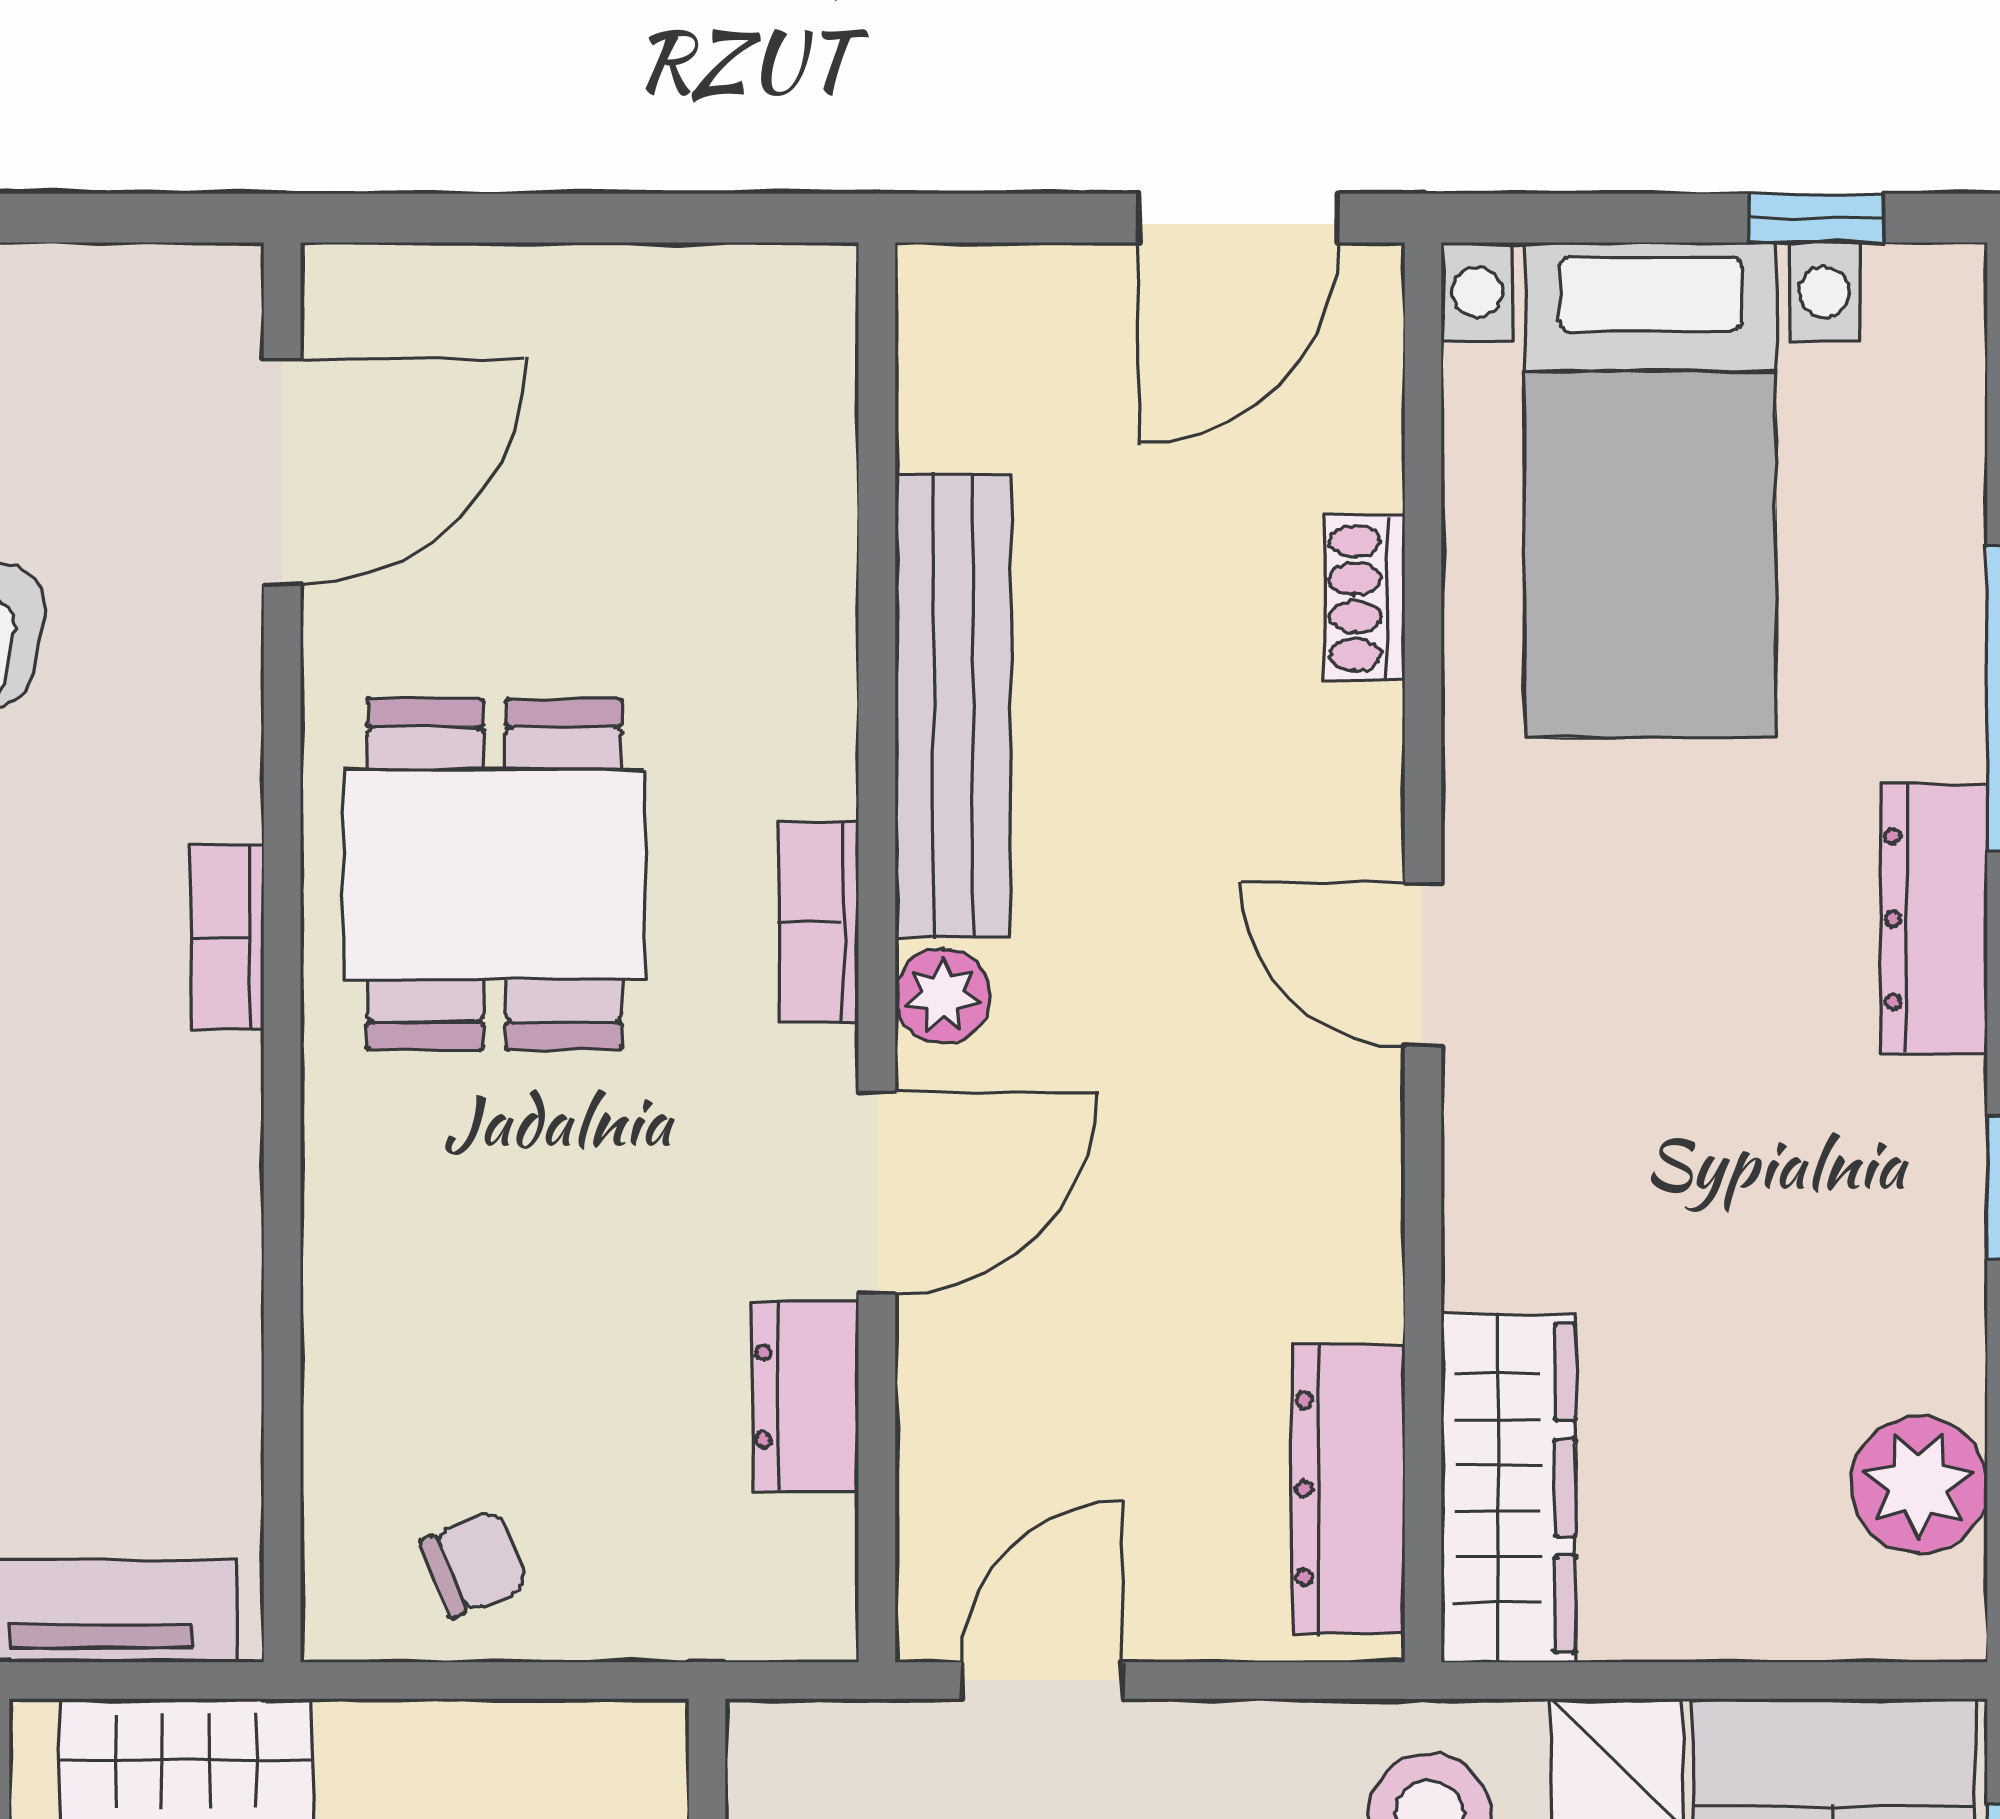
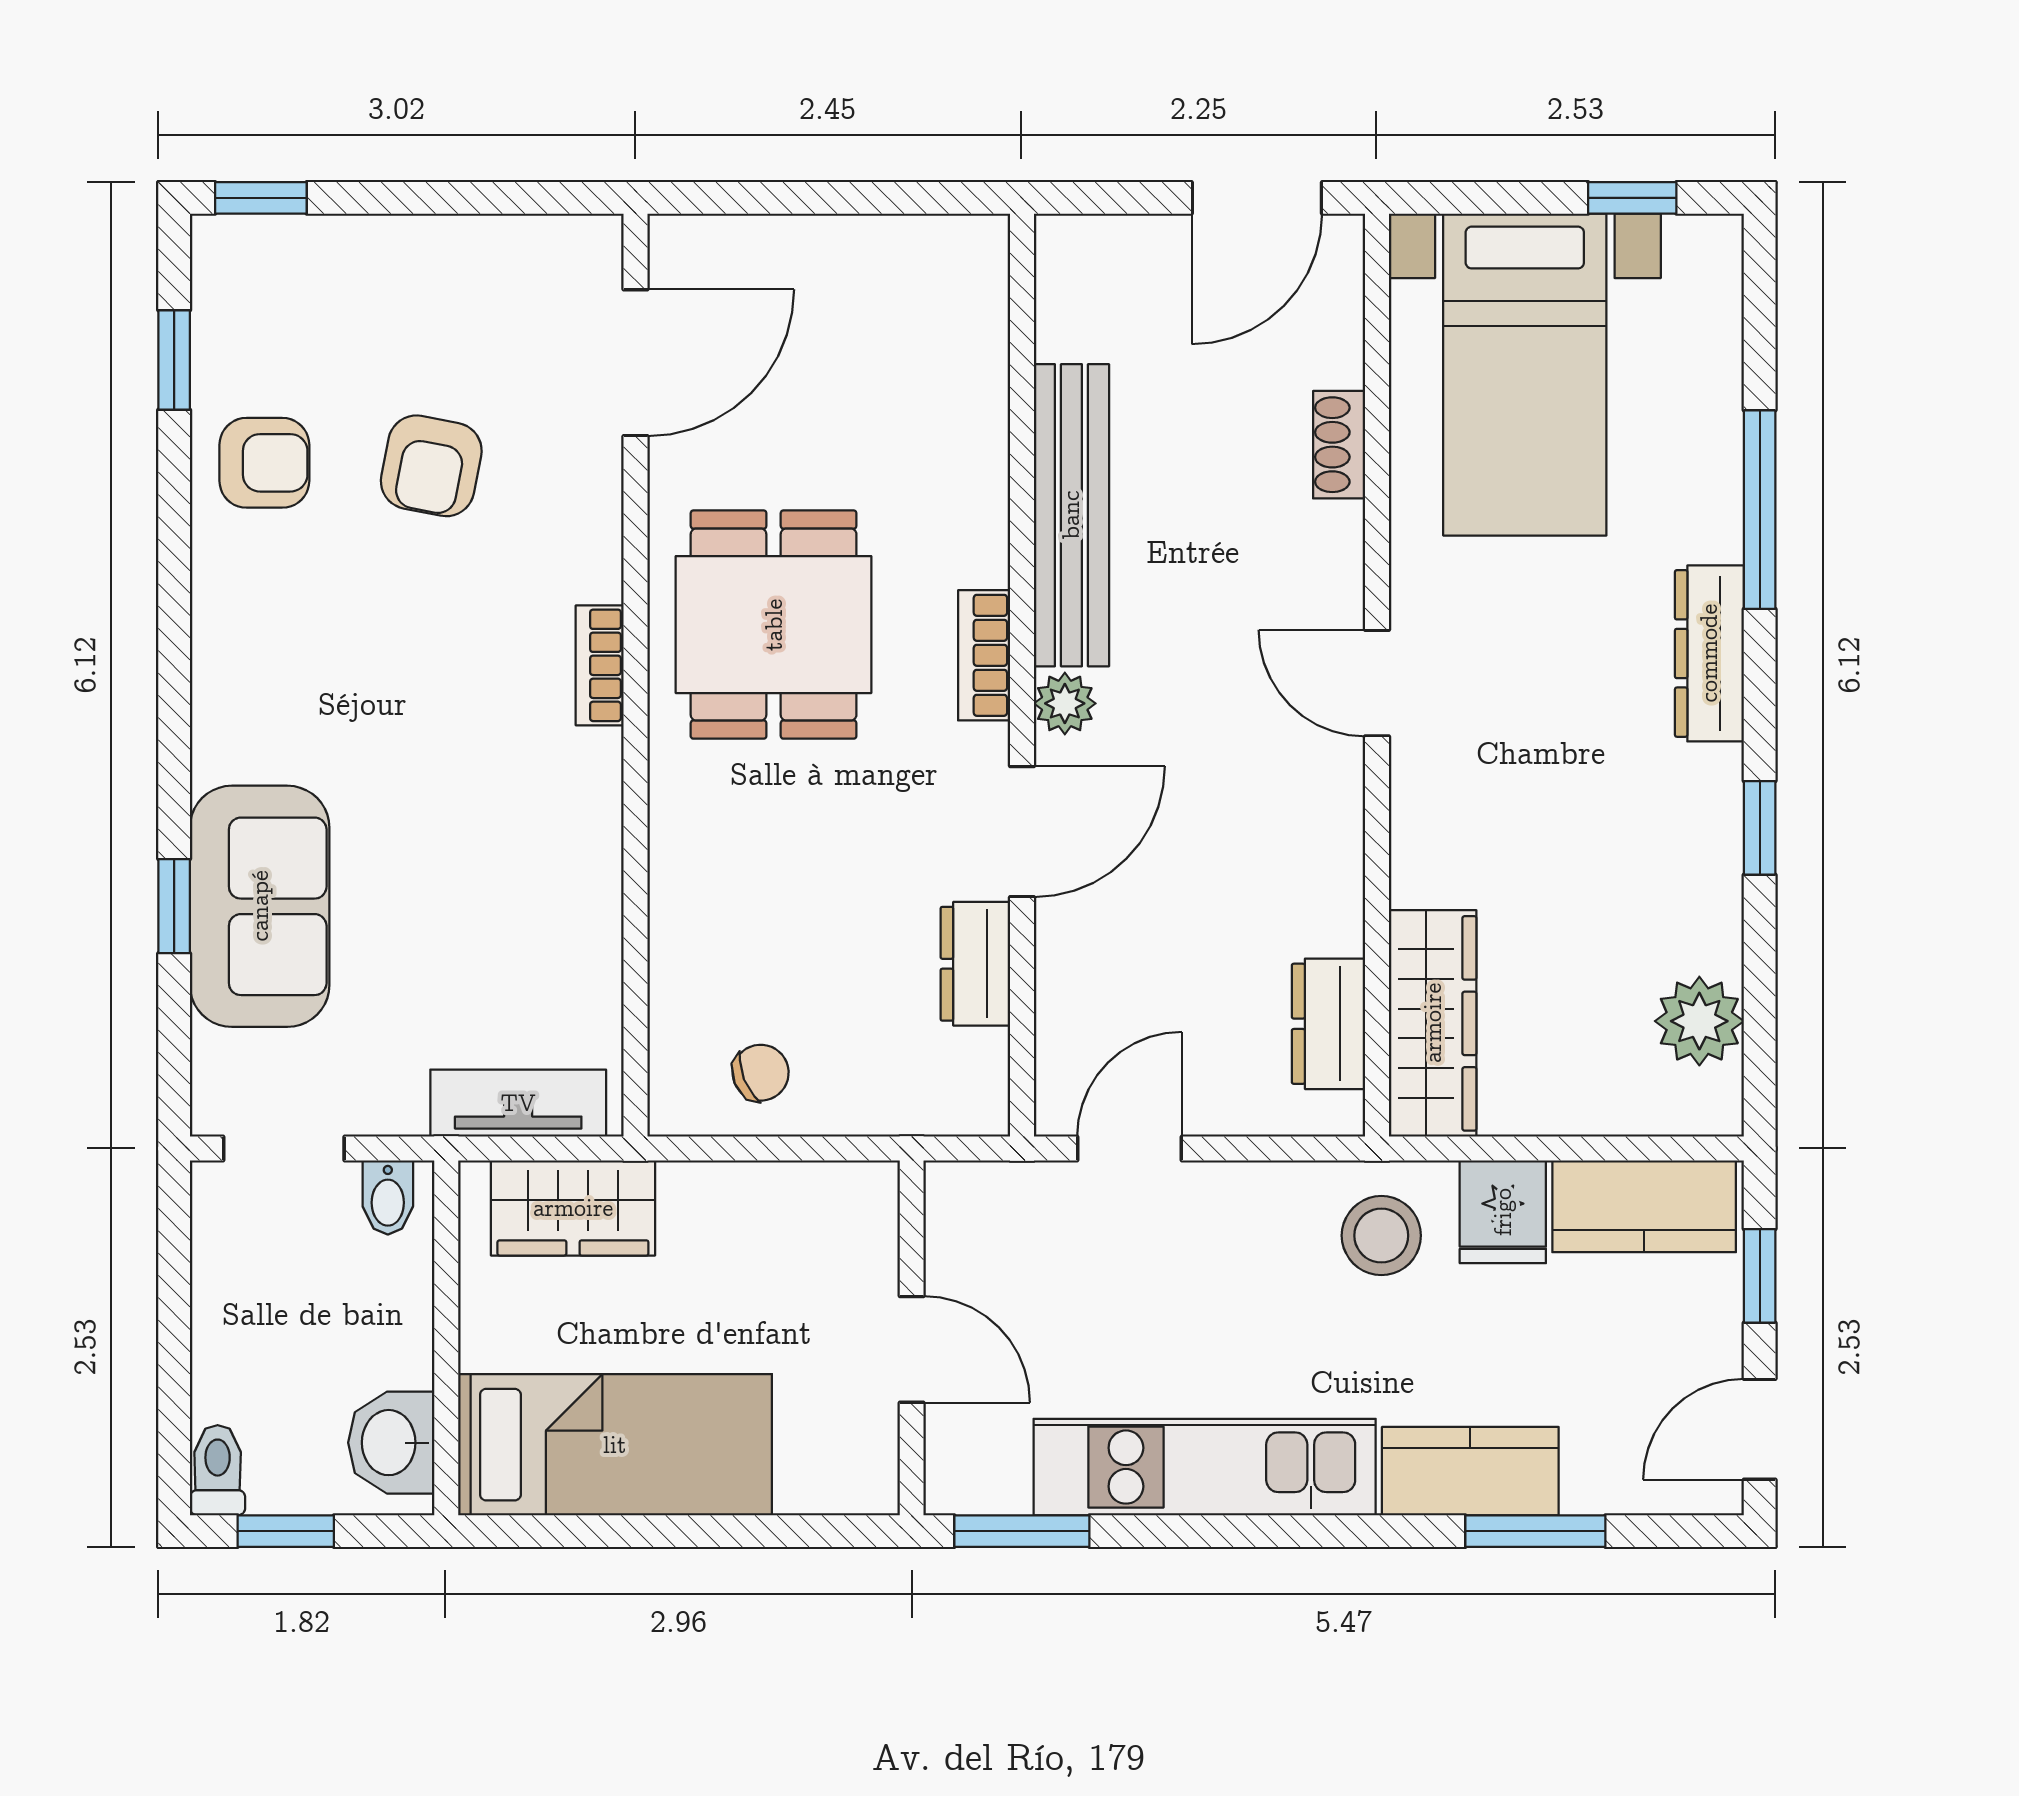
dresser: (1348, 1489) -> (1328, 1024), width x0.70

